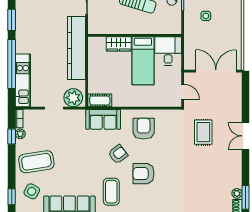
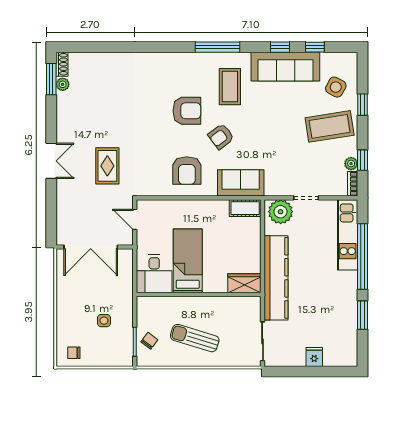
wardrobe: (119, 44) -> (244, 283), moved
window: (12, 197) -> (362, 105), moved

